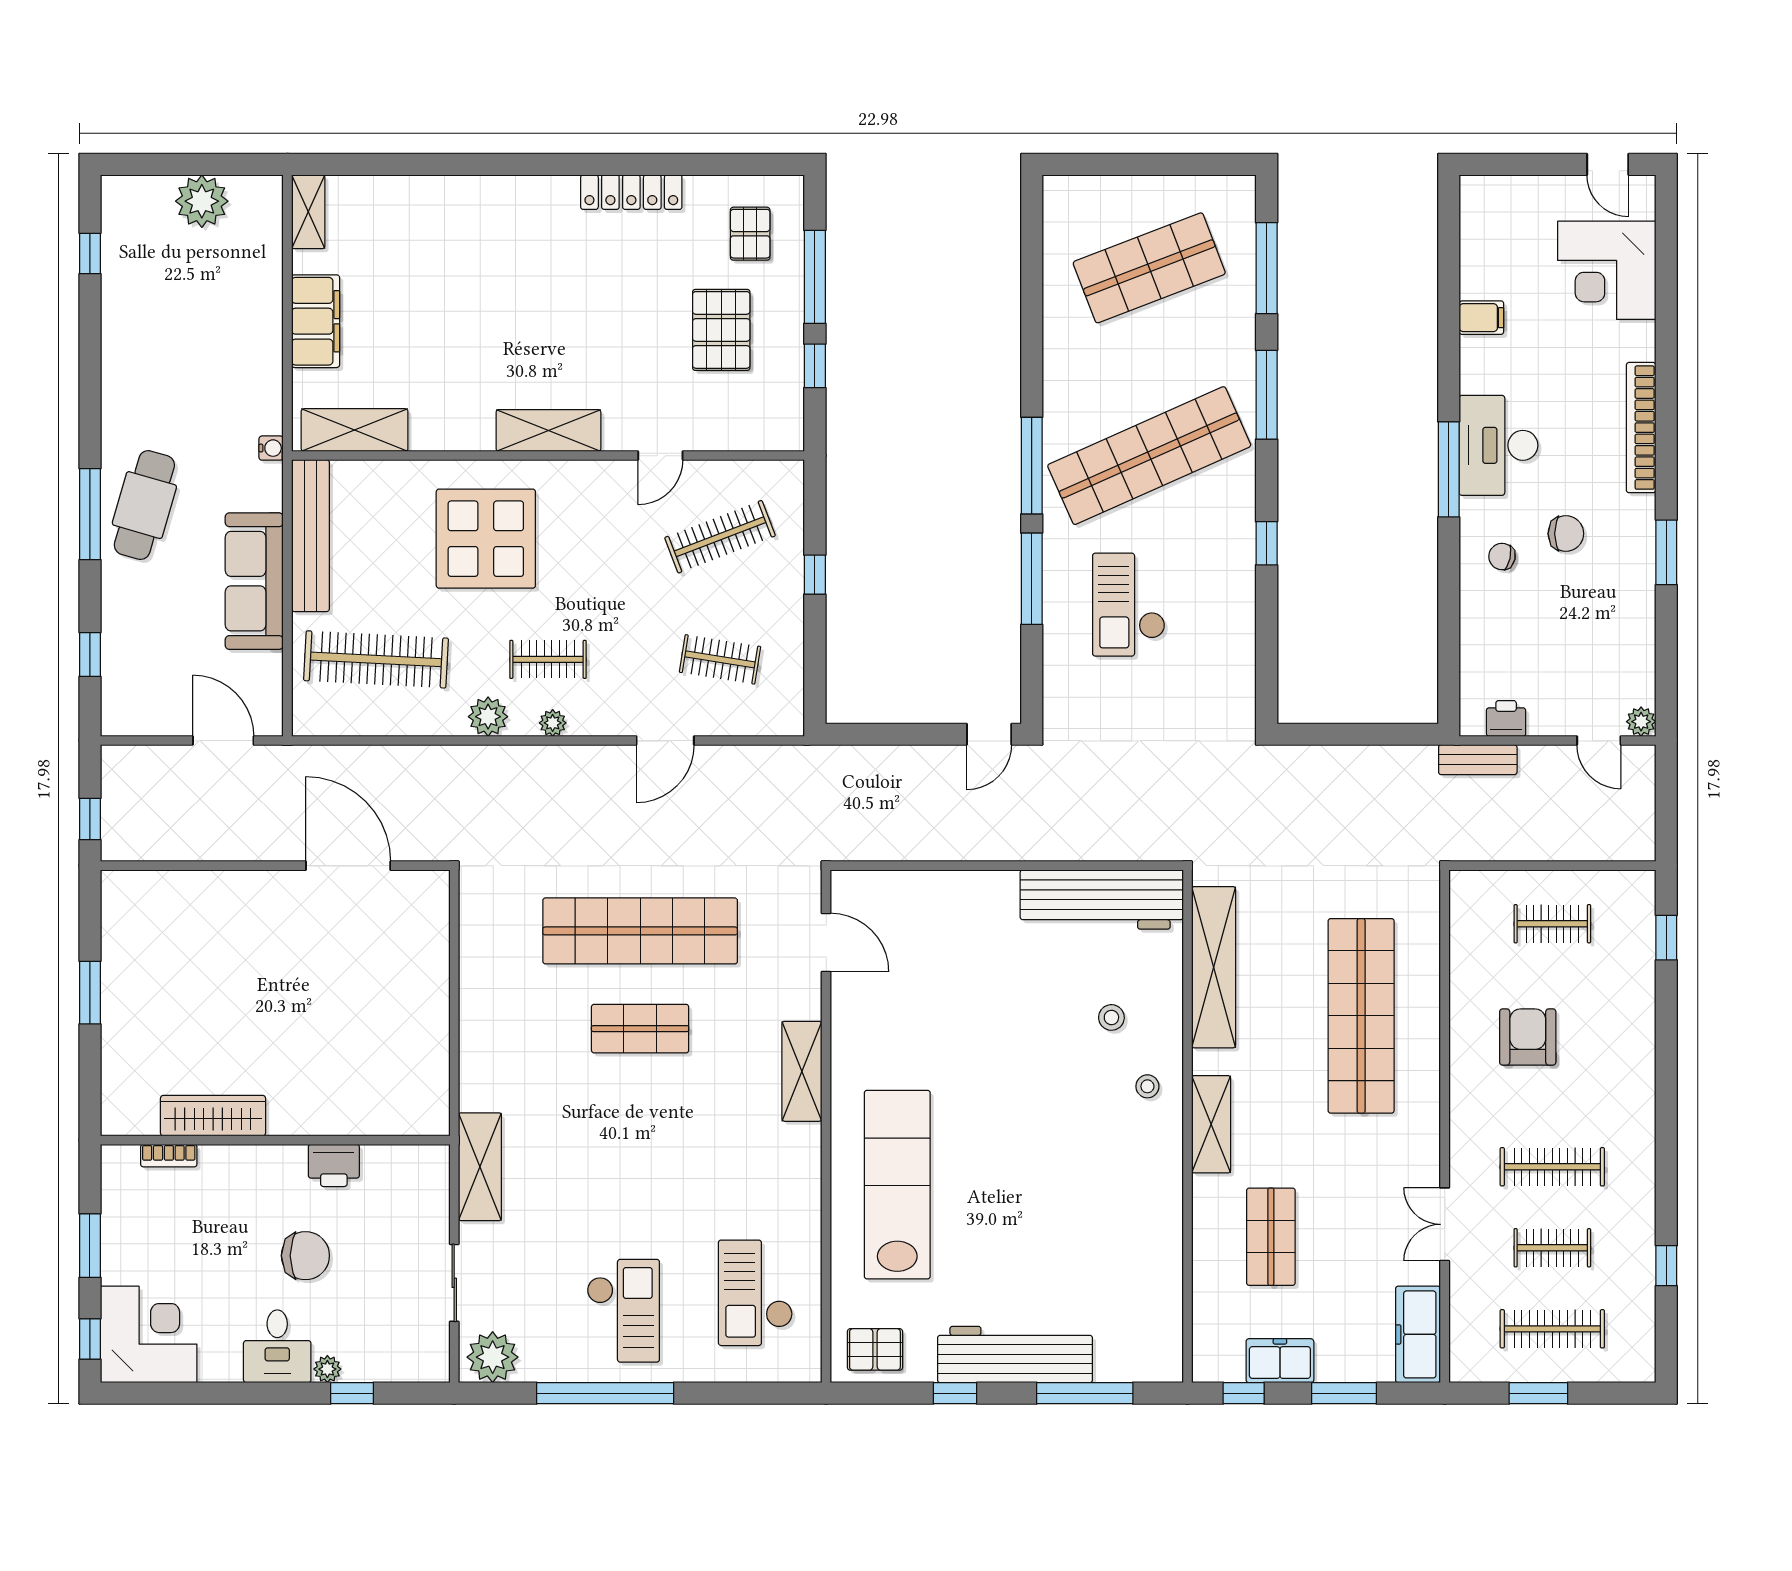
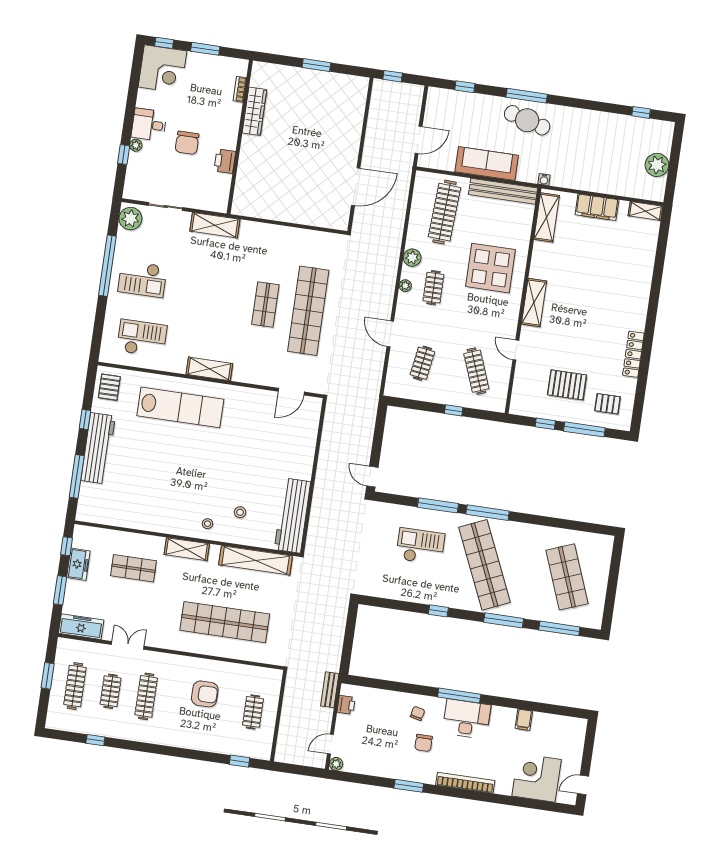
shelving: (802, 1071) -> (209, 369), moved

